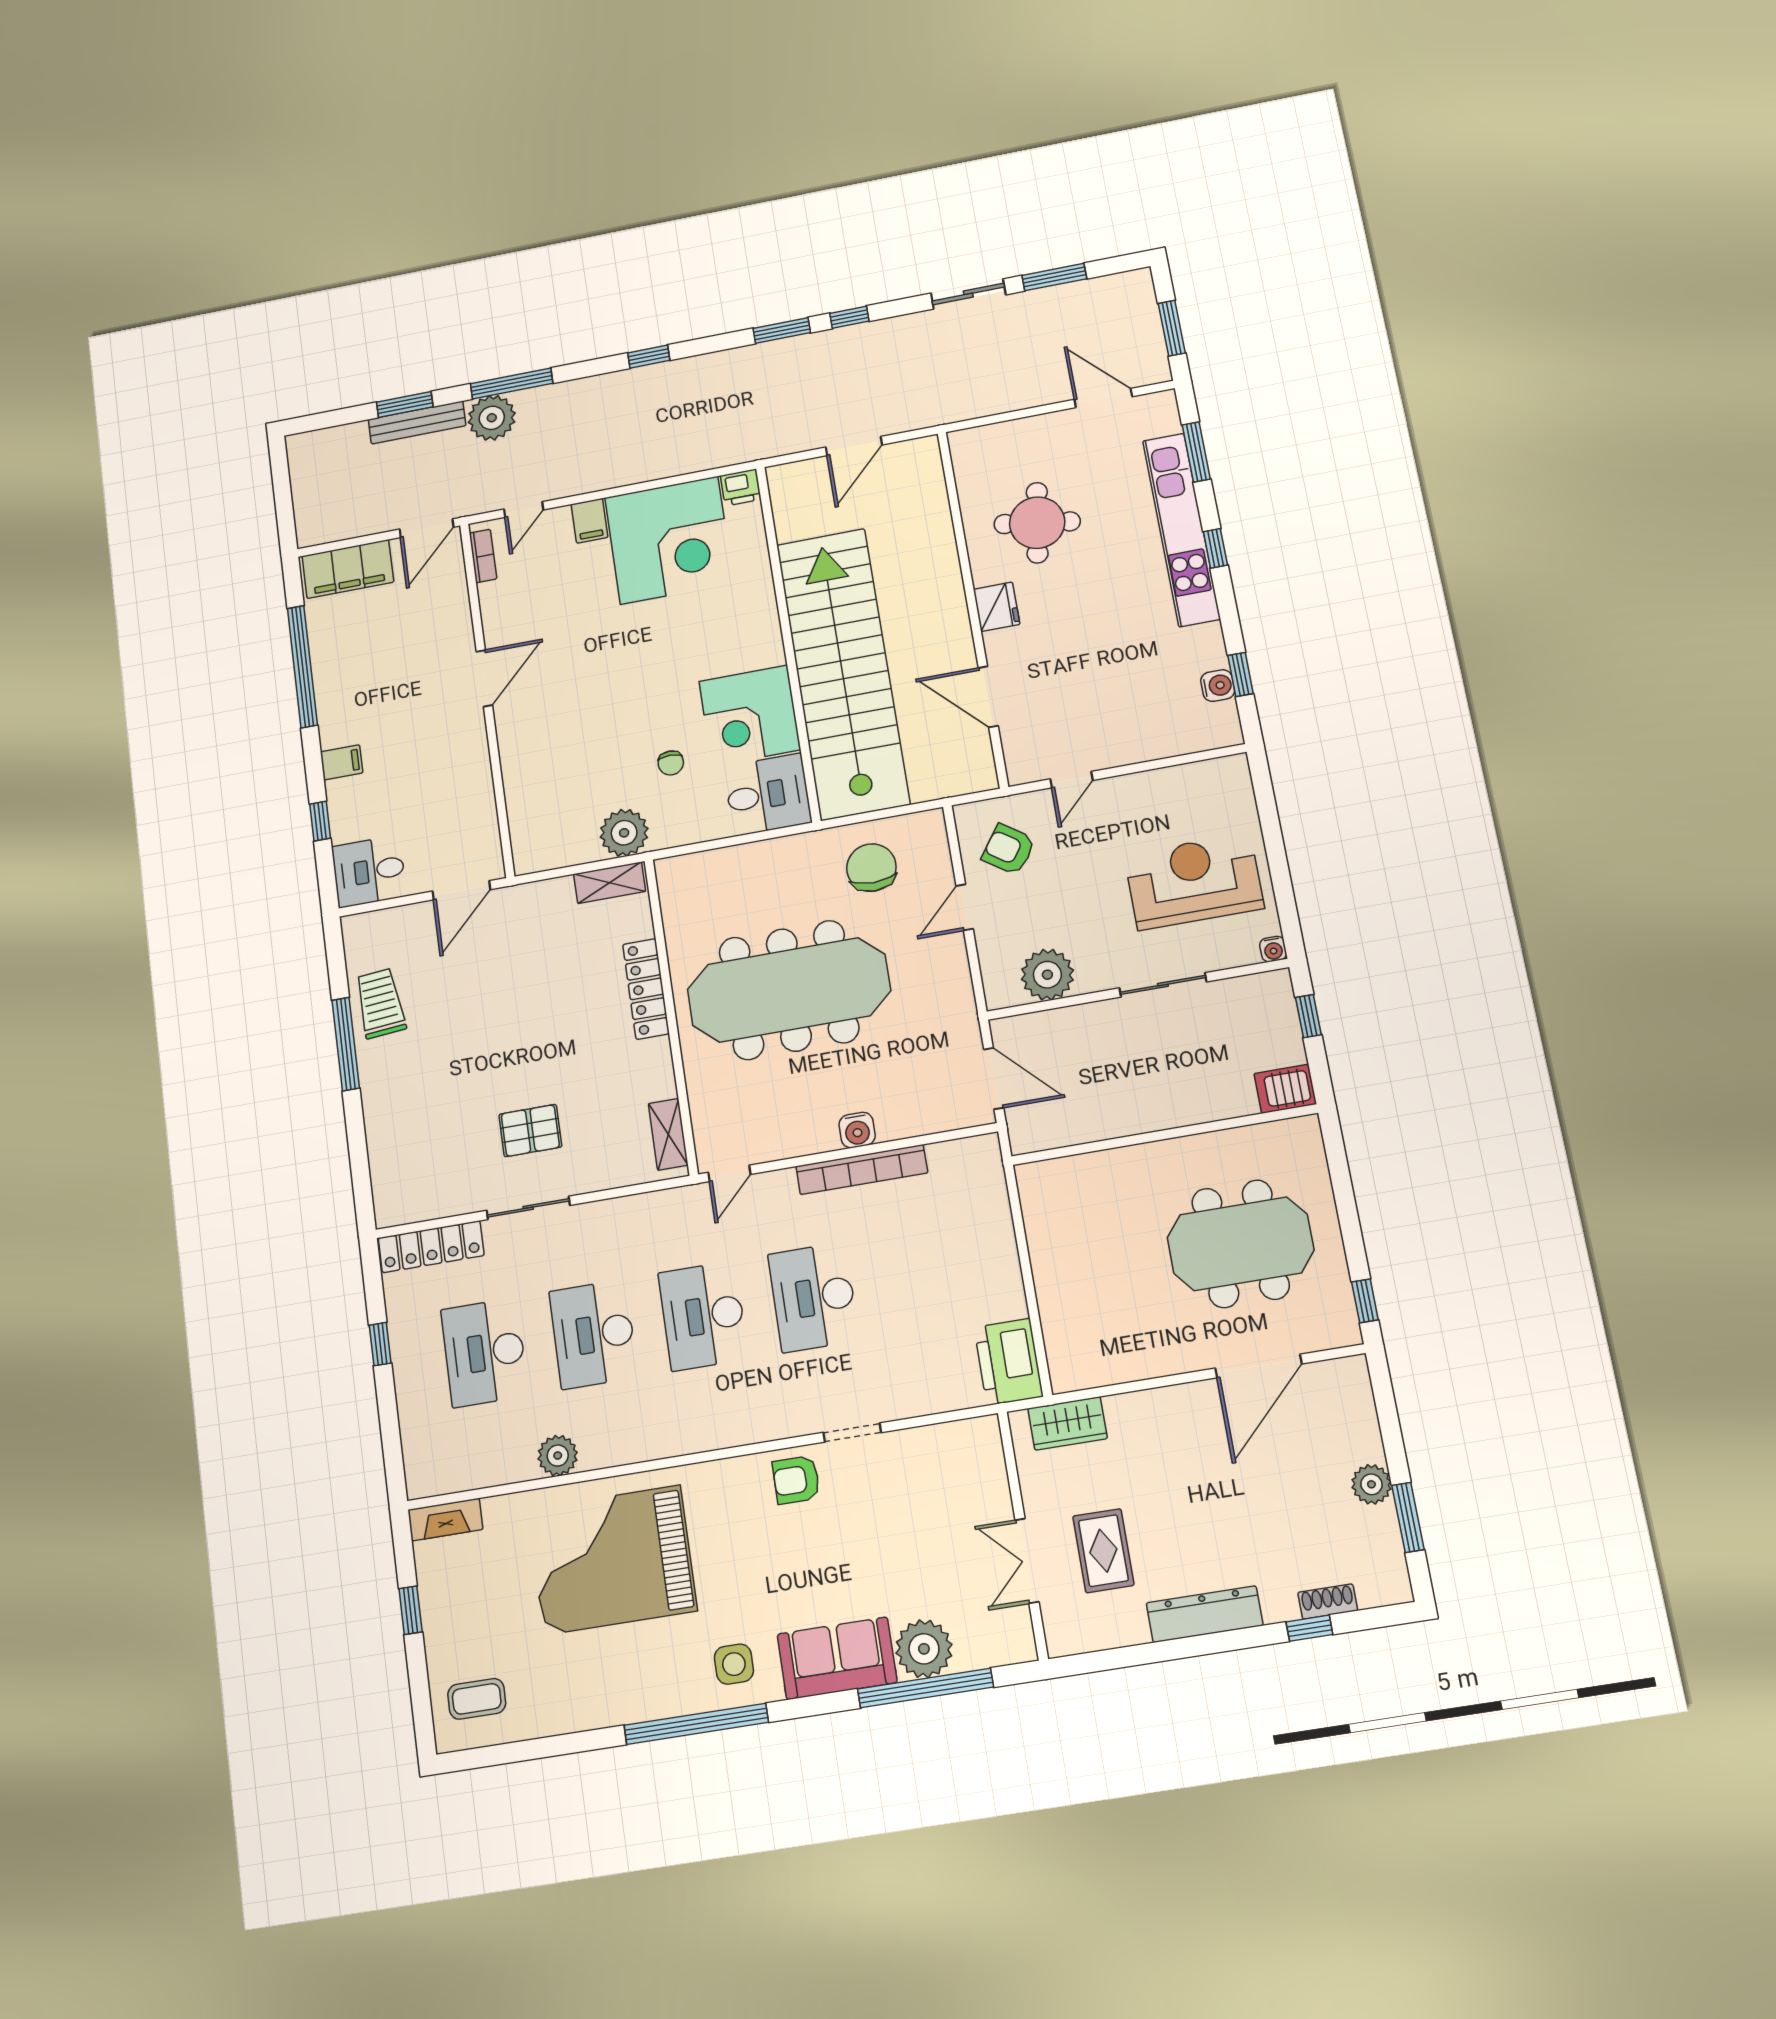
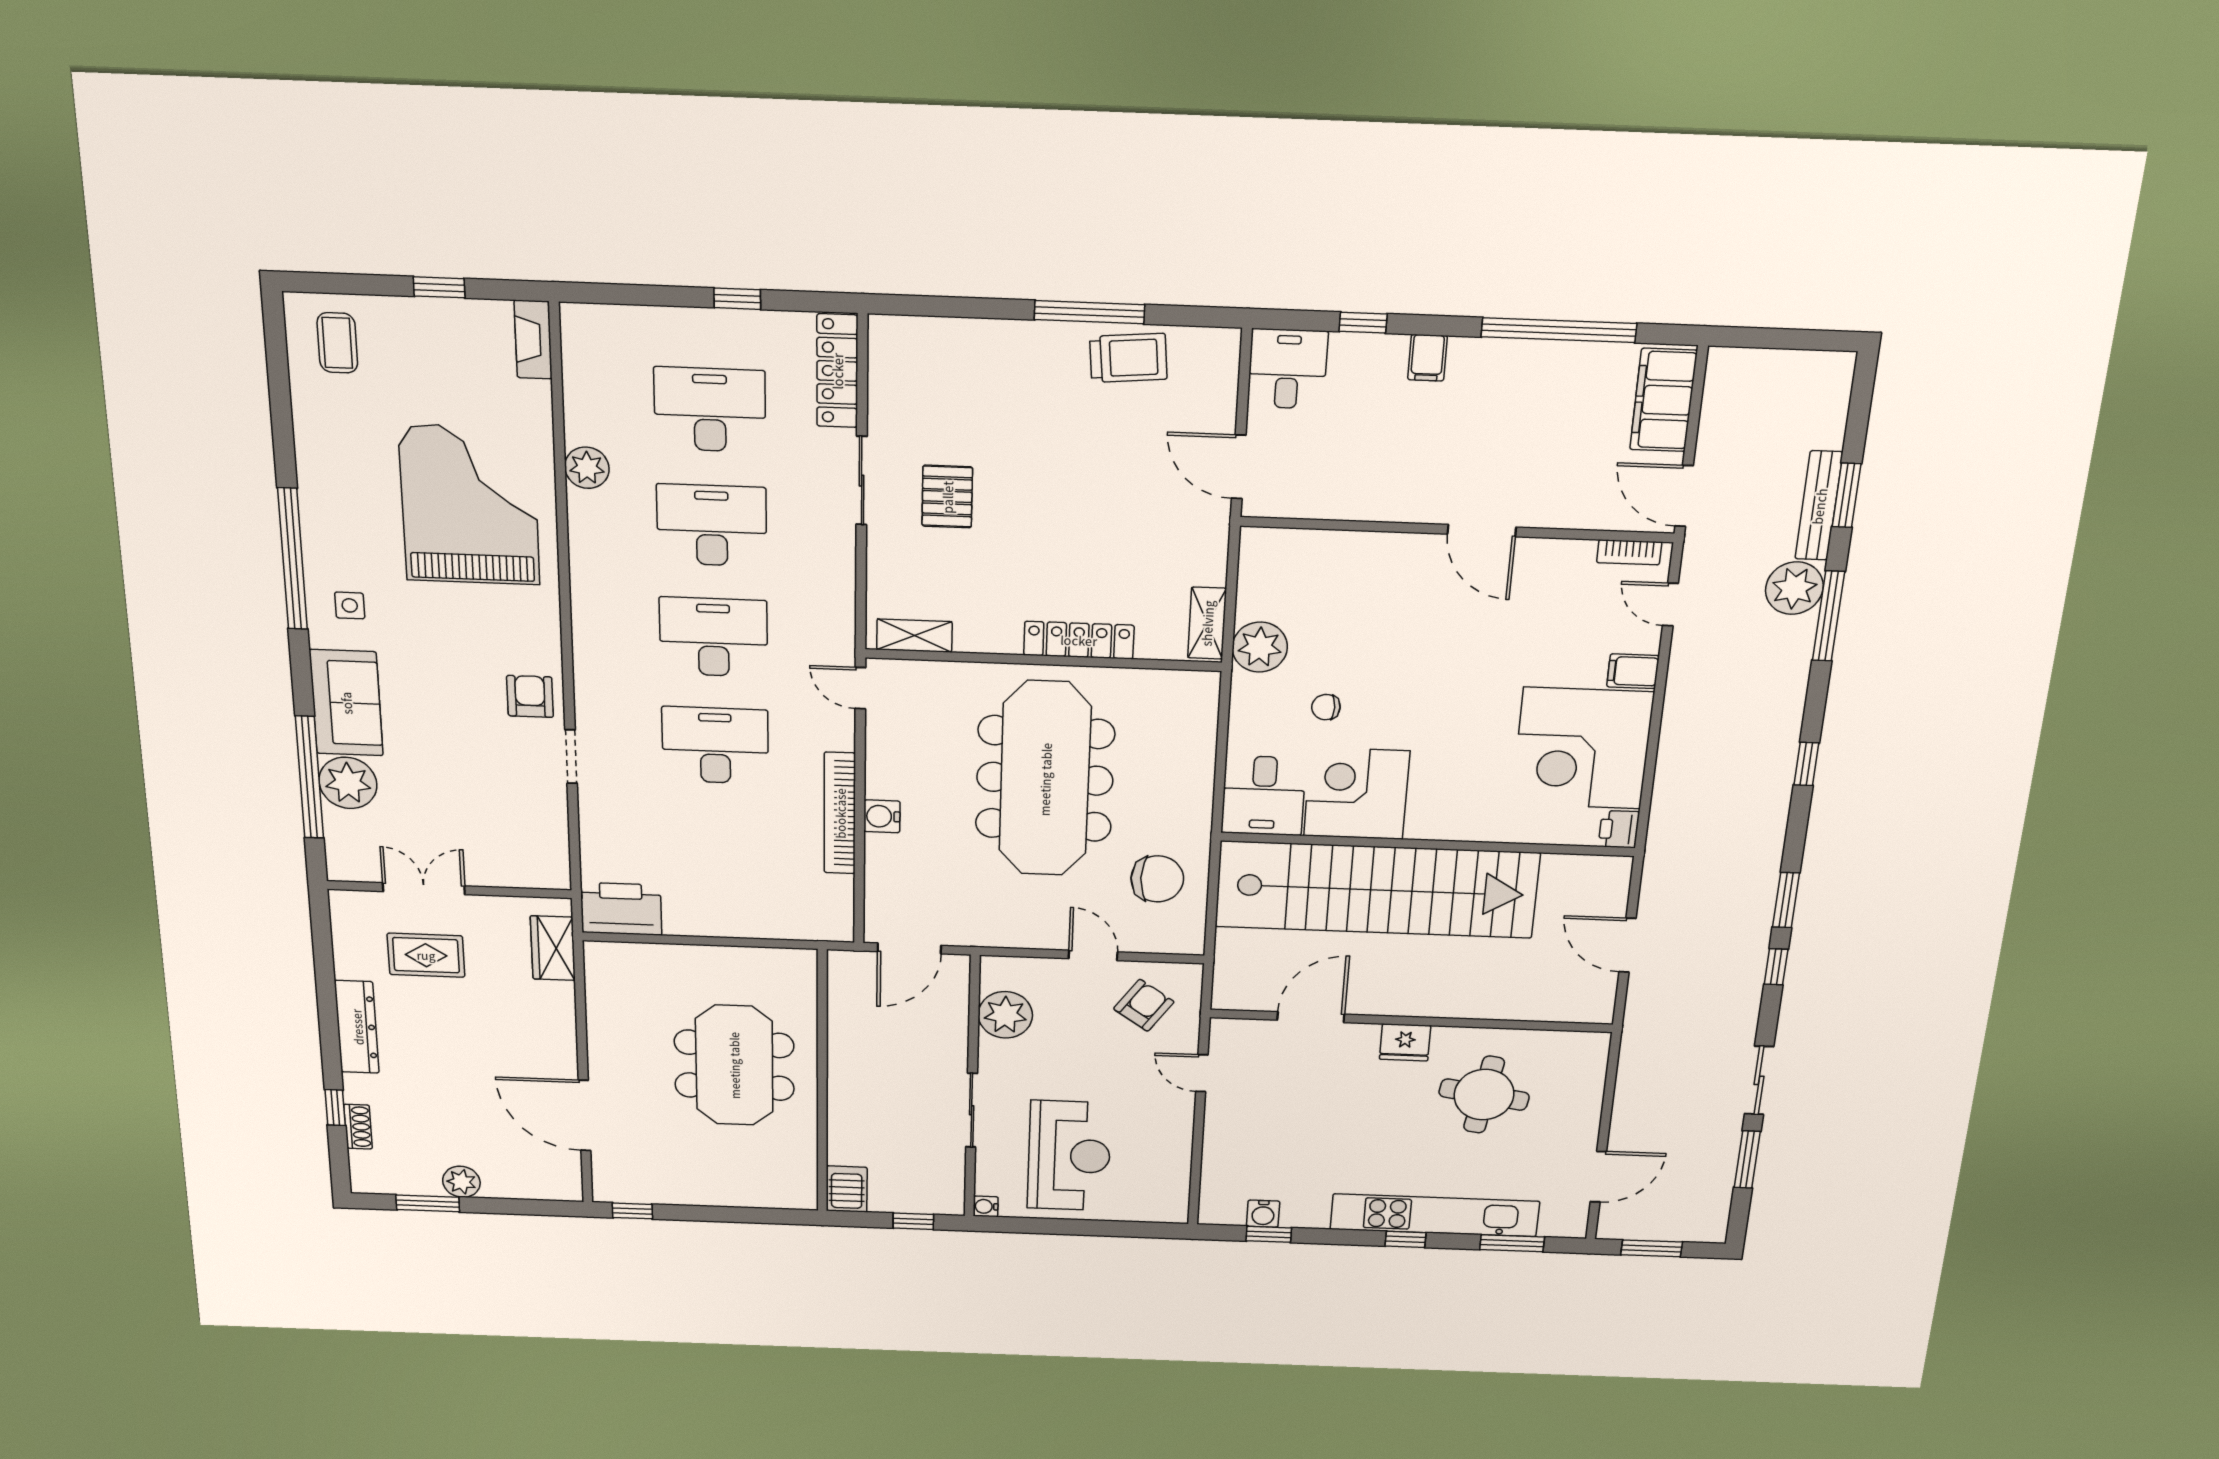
meeting table: (1241, 1244) -> (734, 1065), moved
side table: (734, 1664) -> (350, 605), width x0.73, depth x0.73

